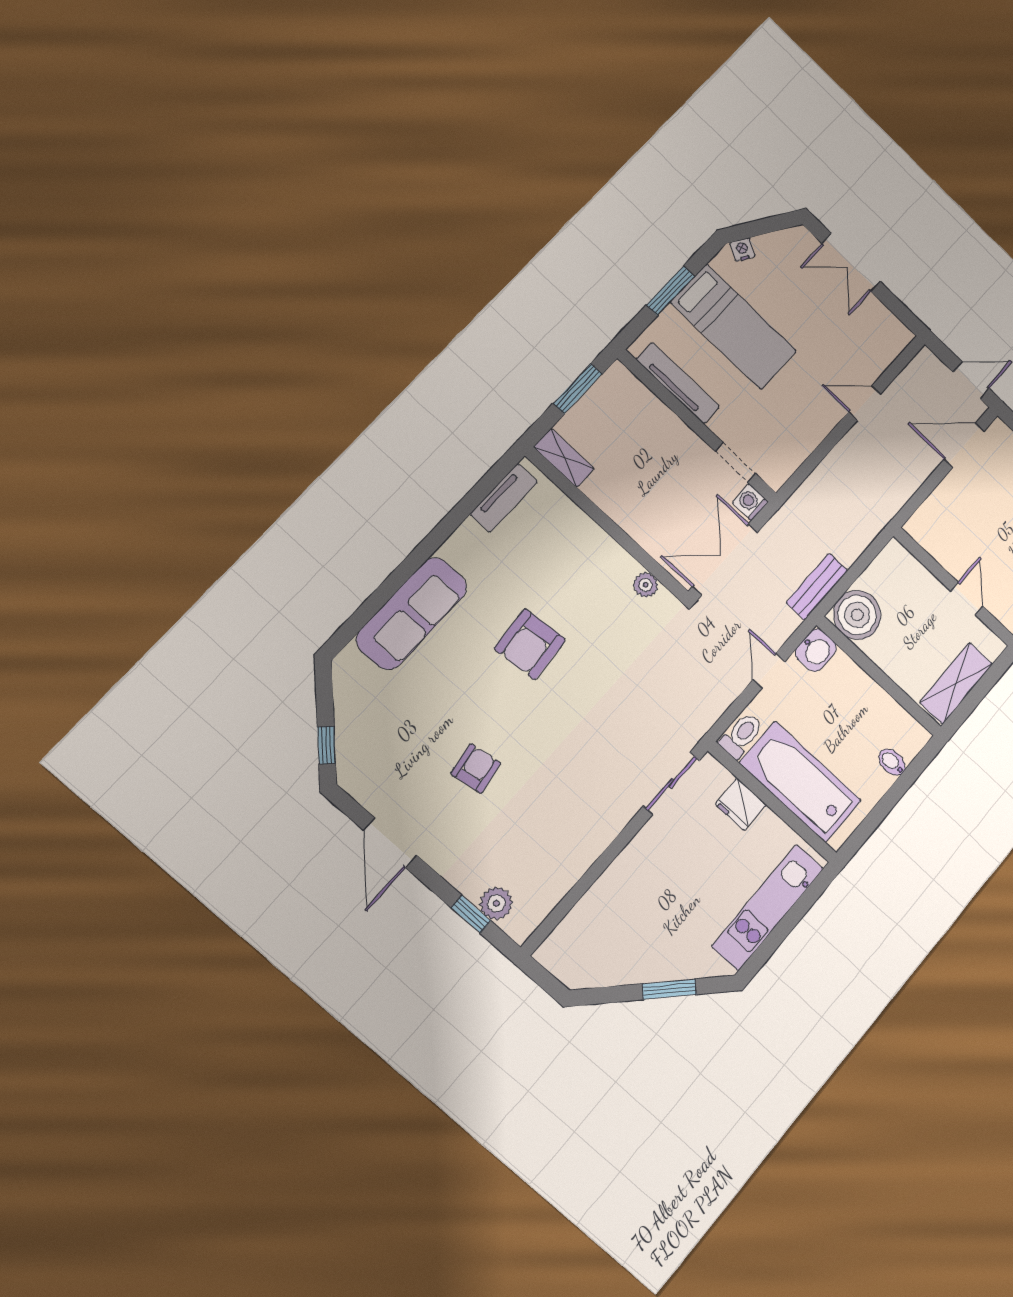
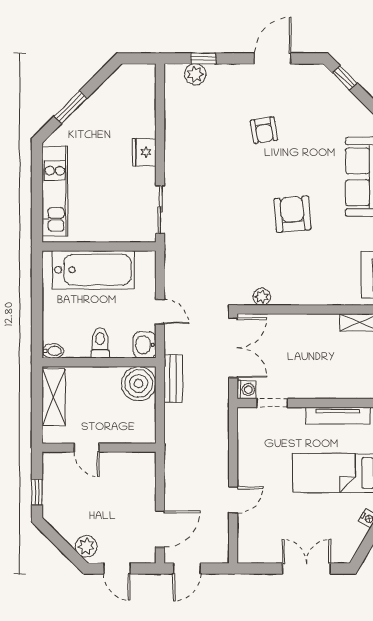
toilet: (741, 735) -> (100, 343), moved, turned 180
bidet: (892, 762) -> (53, 351), moved
fridge: (741, 804) -> (144, 152), moved, turned -90
door: (390, 843) -> (273, 59), hinge flipped

